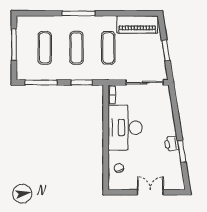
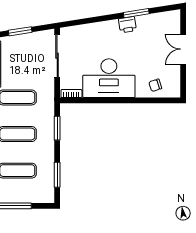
window: (41, 82) -> (57, 175), width x0.69

